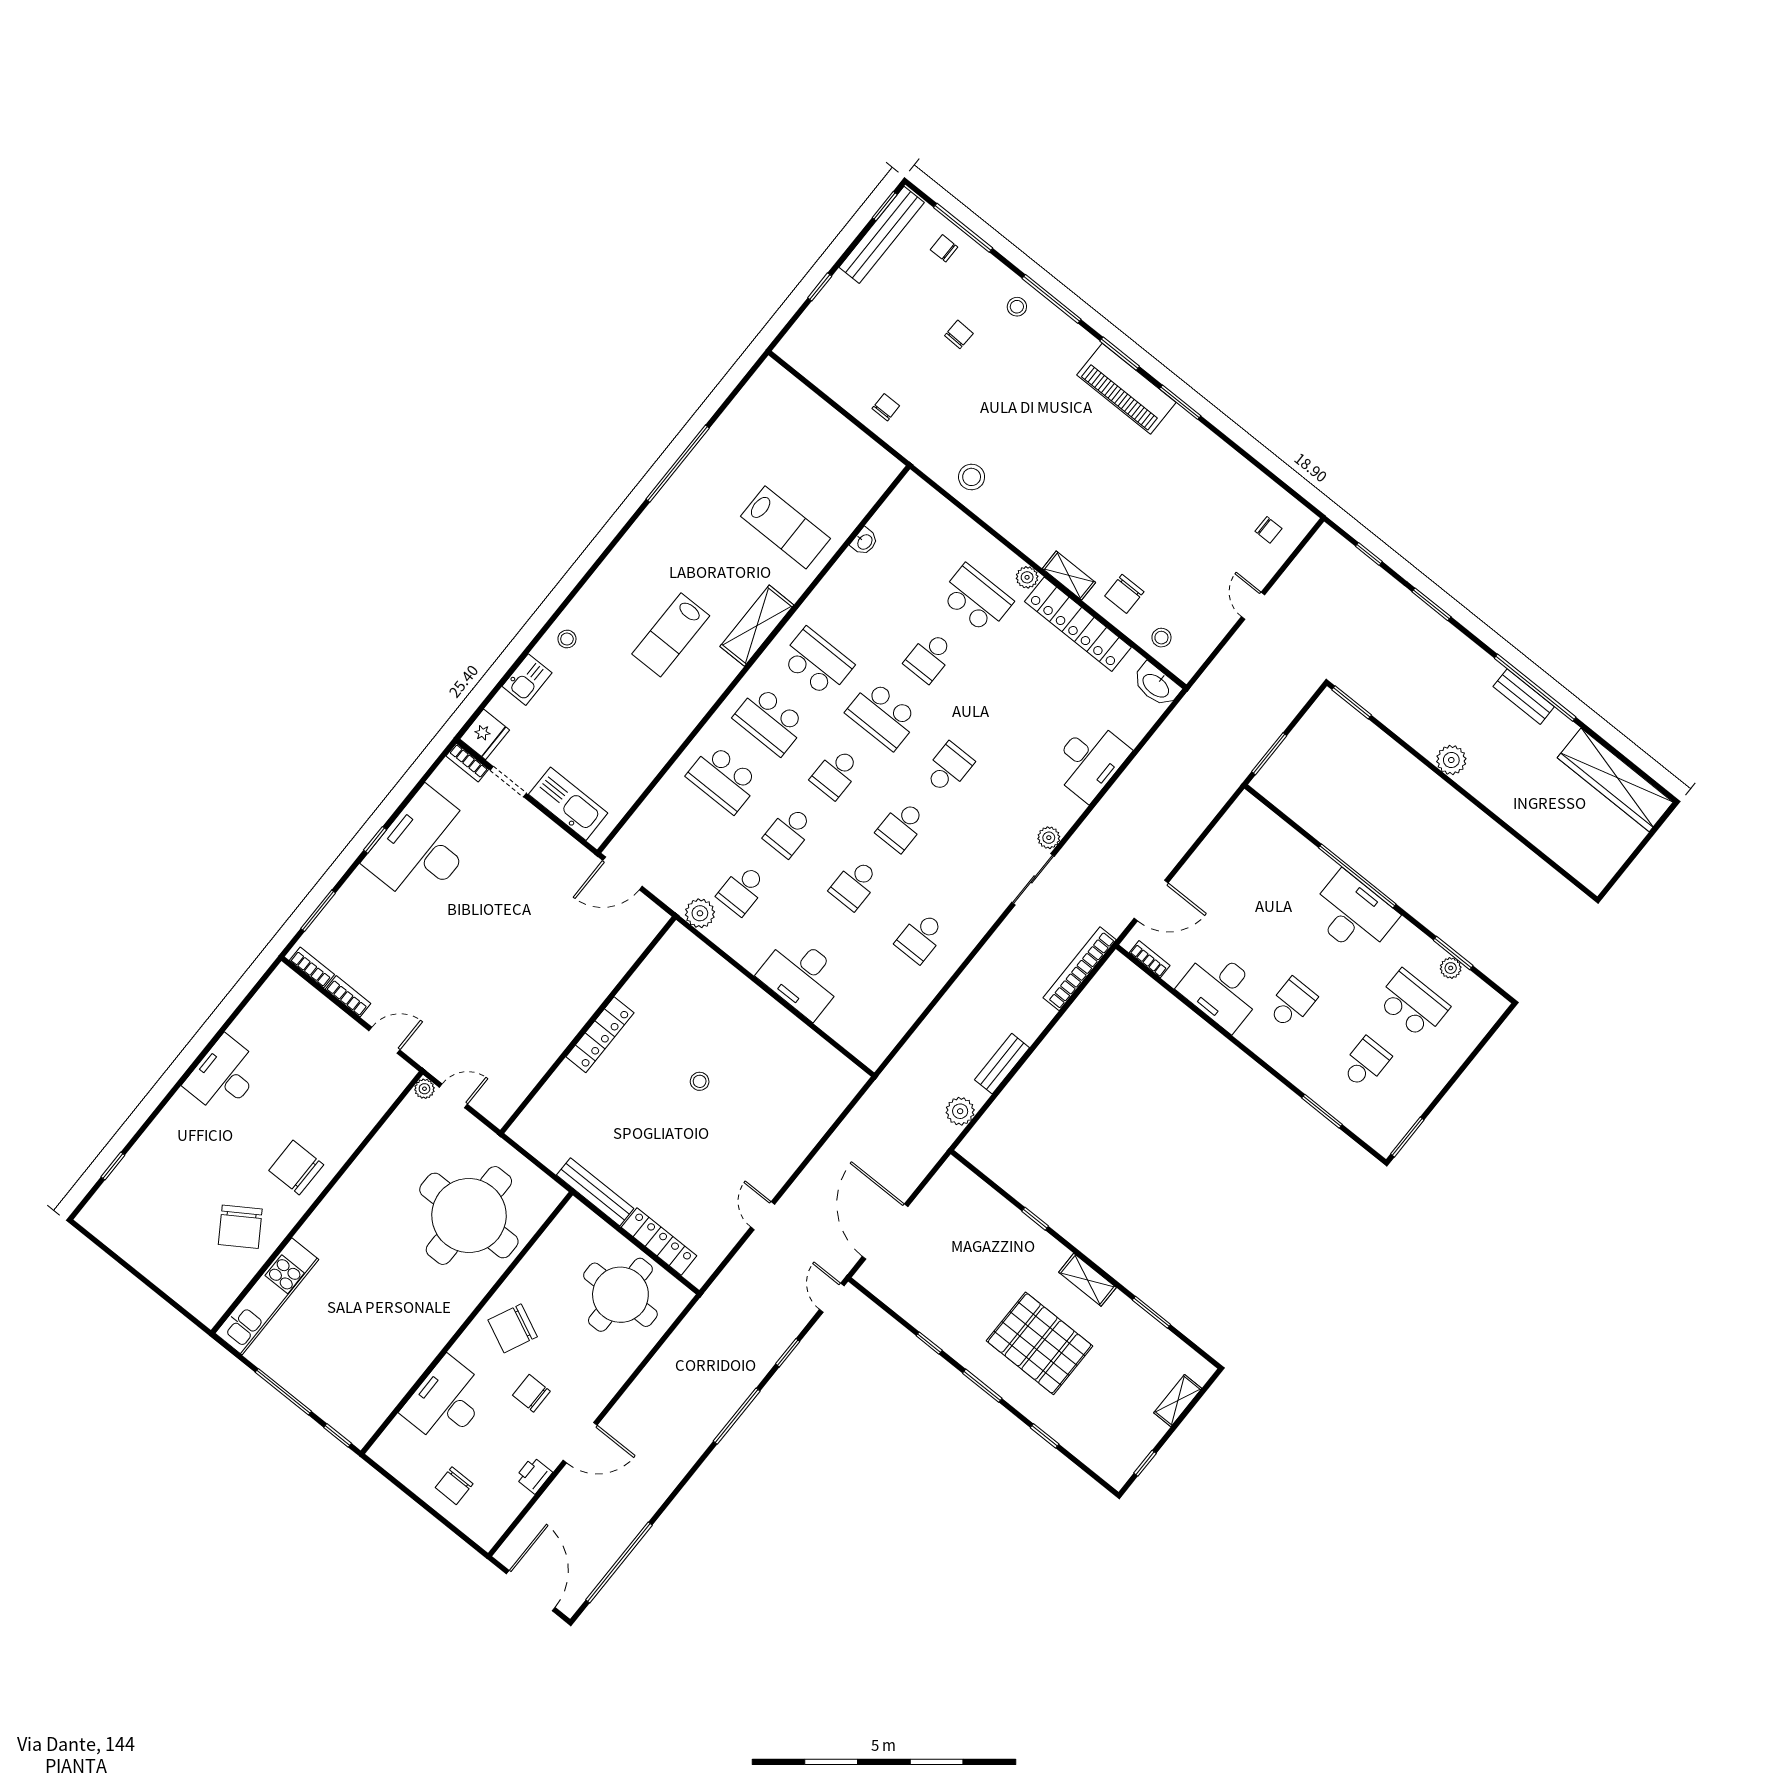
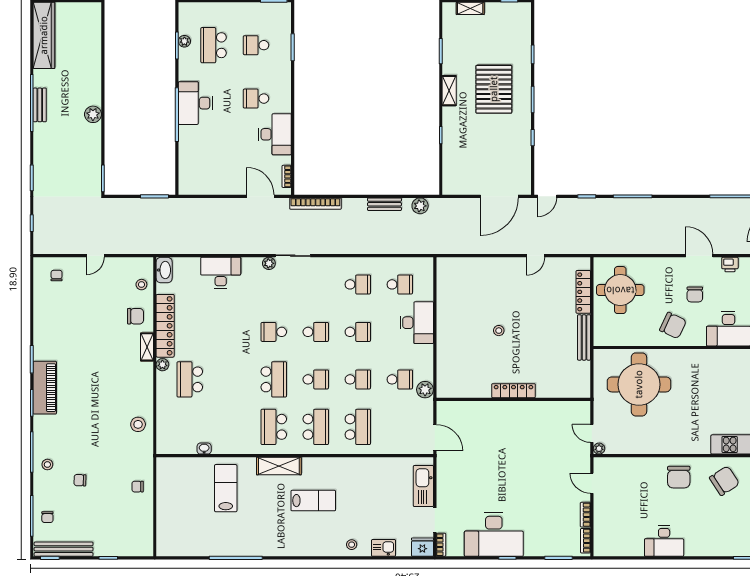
school desk: (929, 657) -> (400, 284), moved

